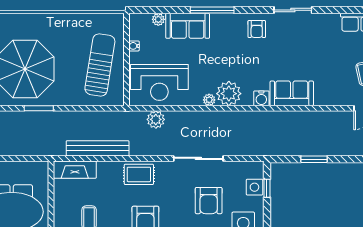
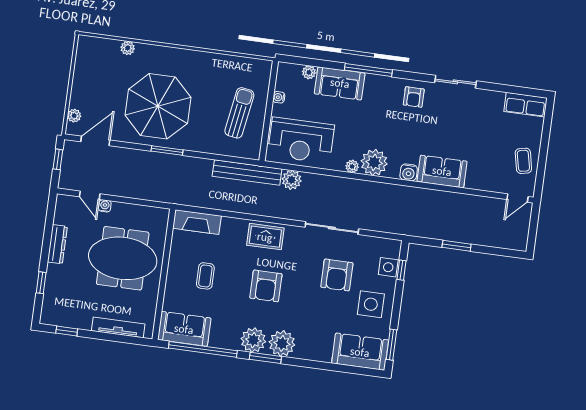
sun lounger: (100, 65) -> (239, 113), width x0.73, depth x0.75
bench: (98, 148) -> (247, 173), moved

